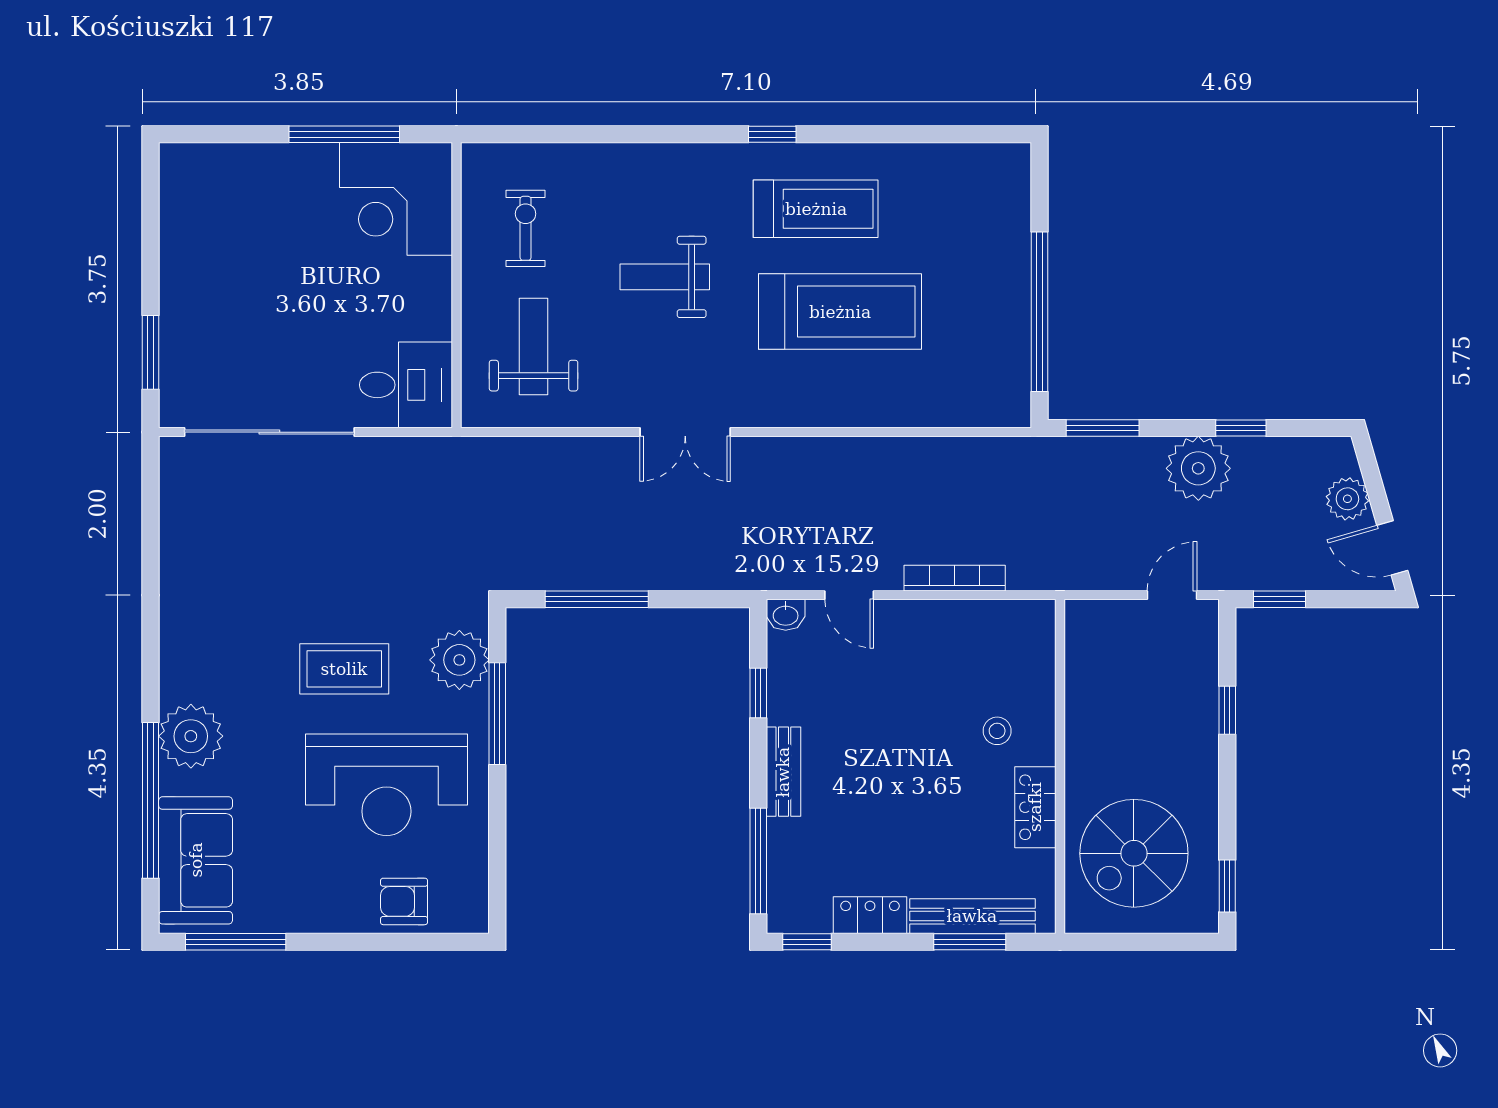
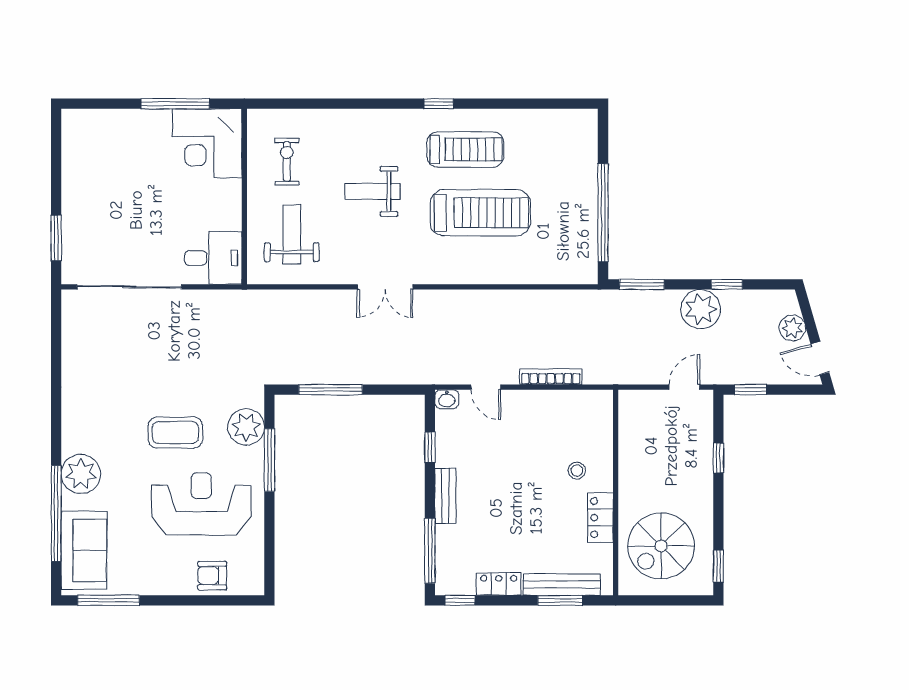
reception desk: (386, 785) -> (201, 504), turned 180

